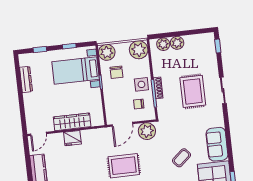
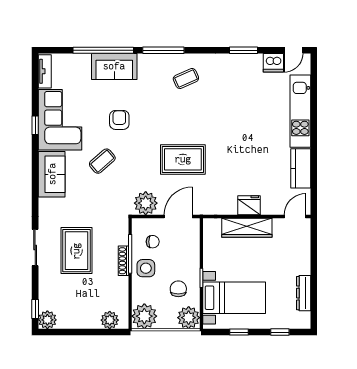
plant: (177, 43) -> (47, 320), moved

